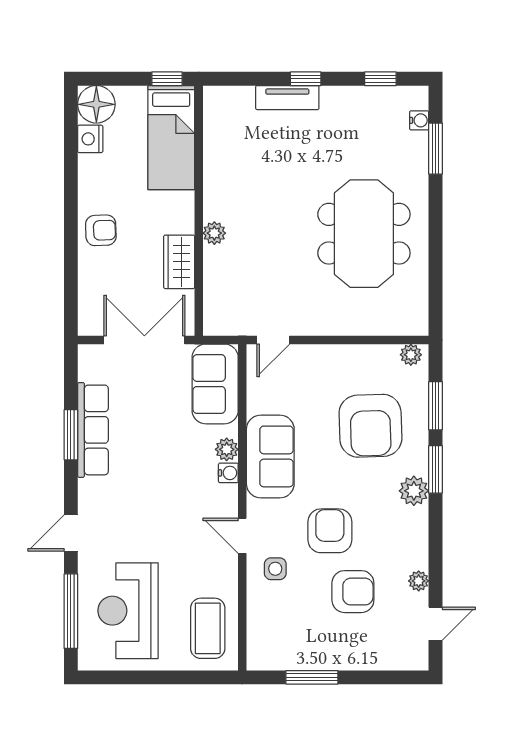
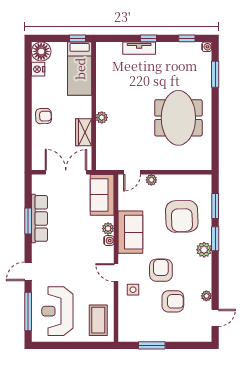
water cooler: (419, 120) -> (207, 47), moved
plant: (411, 355) -> (151, 180), moved

